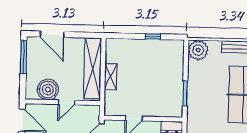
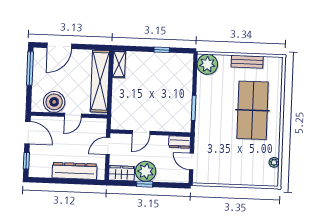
door: (52, 34) -> (59, 46), hinge flipped
shelving: (111, 77) -> (119, 64), moved

